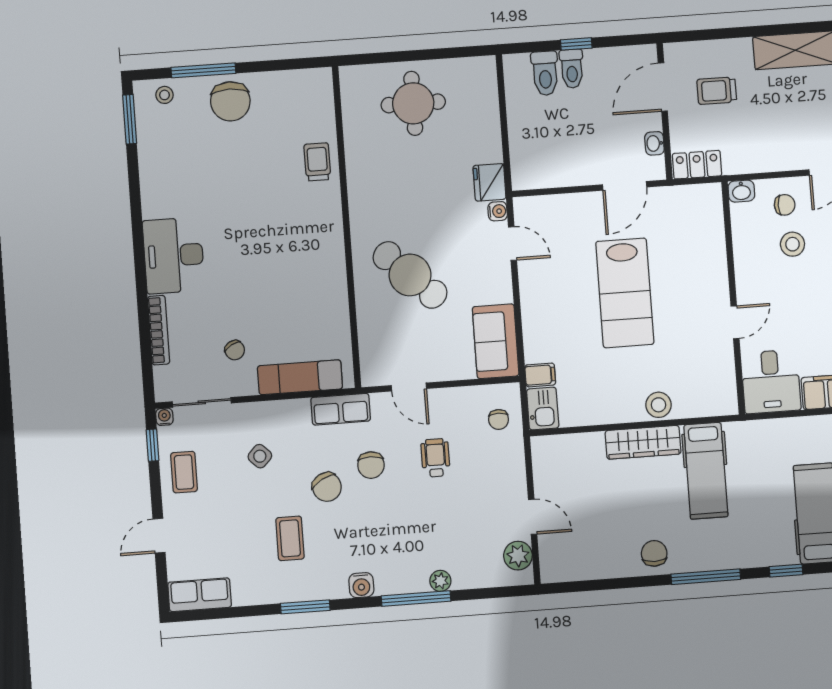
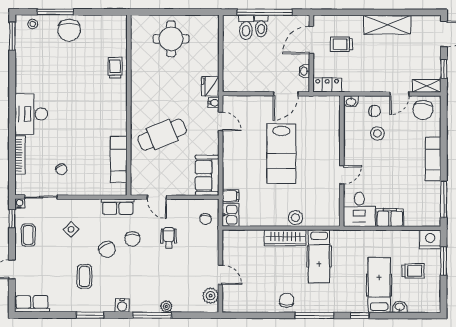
window: (576, 44) -> (265, 12), width x3.17
cafe table: (410, 275) -> (162, 135), turned -67
exam couch: (300, 377) -> (119, 159), moved, turned -90

